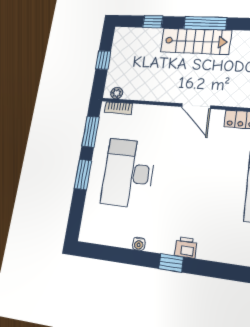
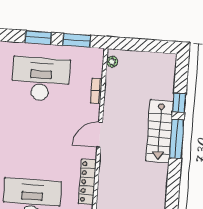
window: (153, 22) -> (179, 103), moved
window: (103, 60) -> (144, 45), removed
bookcase: (118, 108) -> (96, 91), moved

